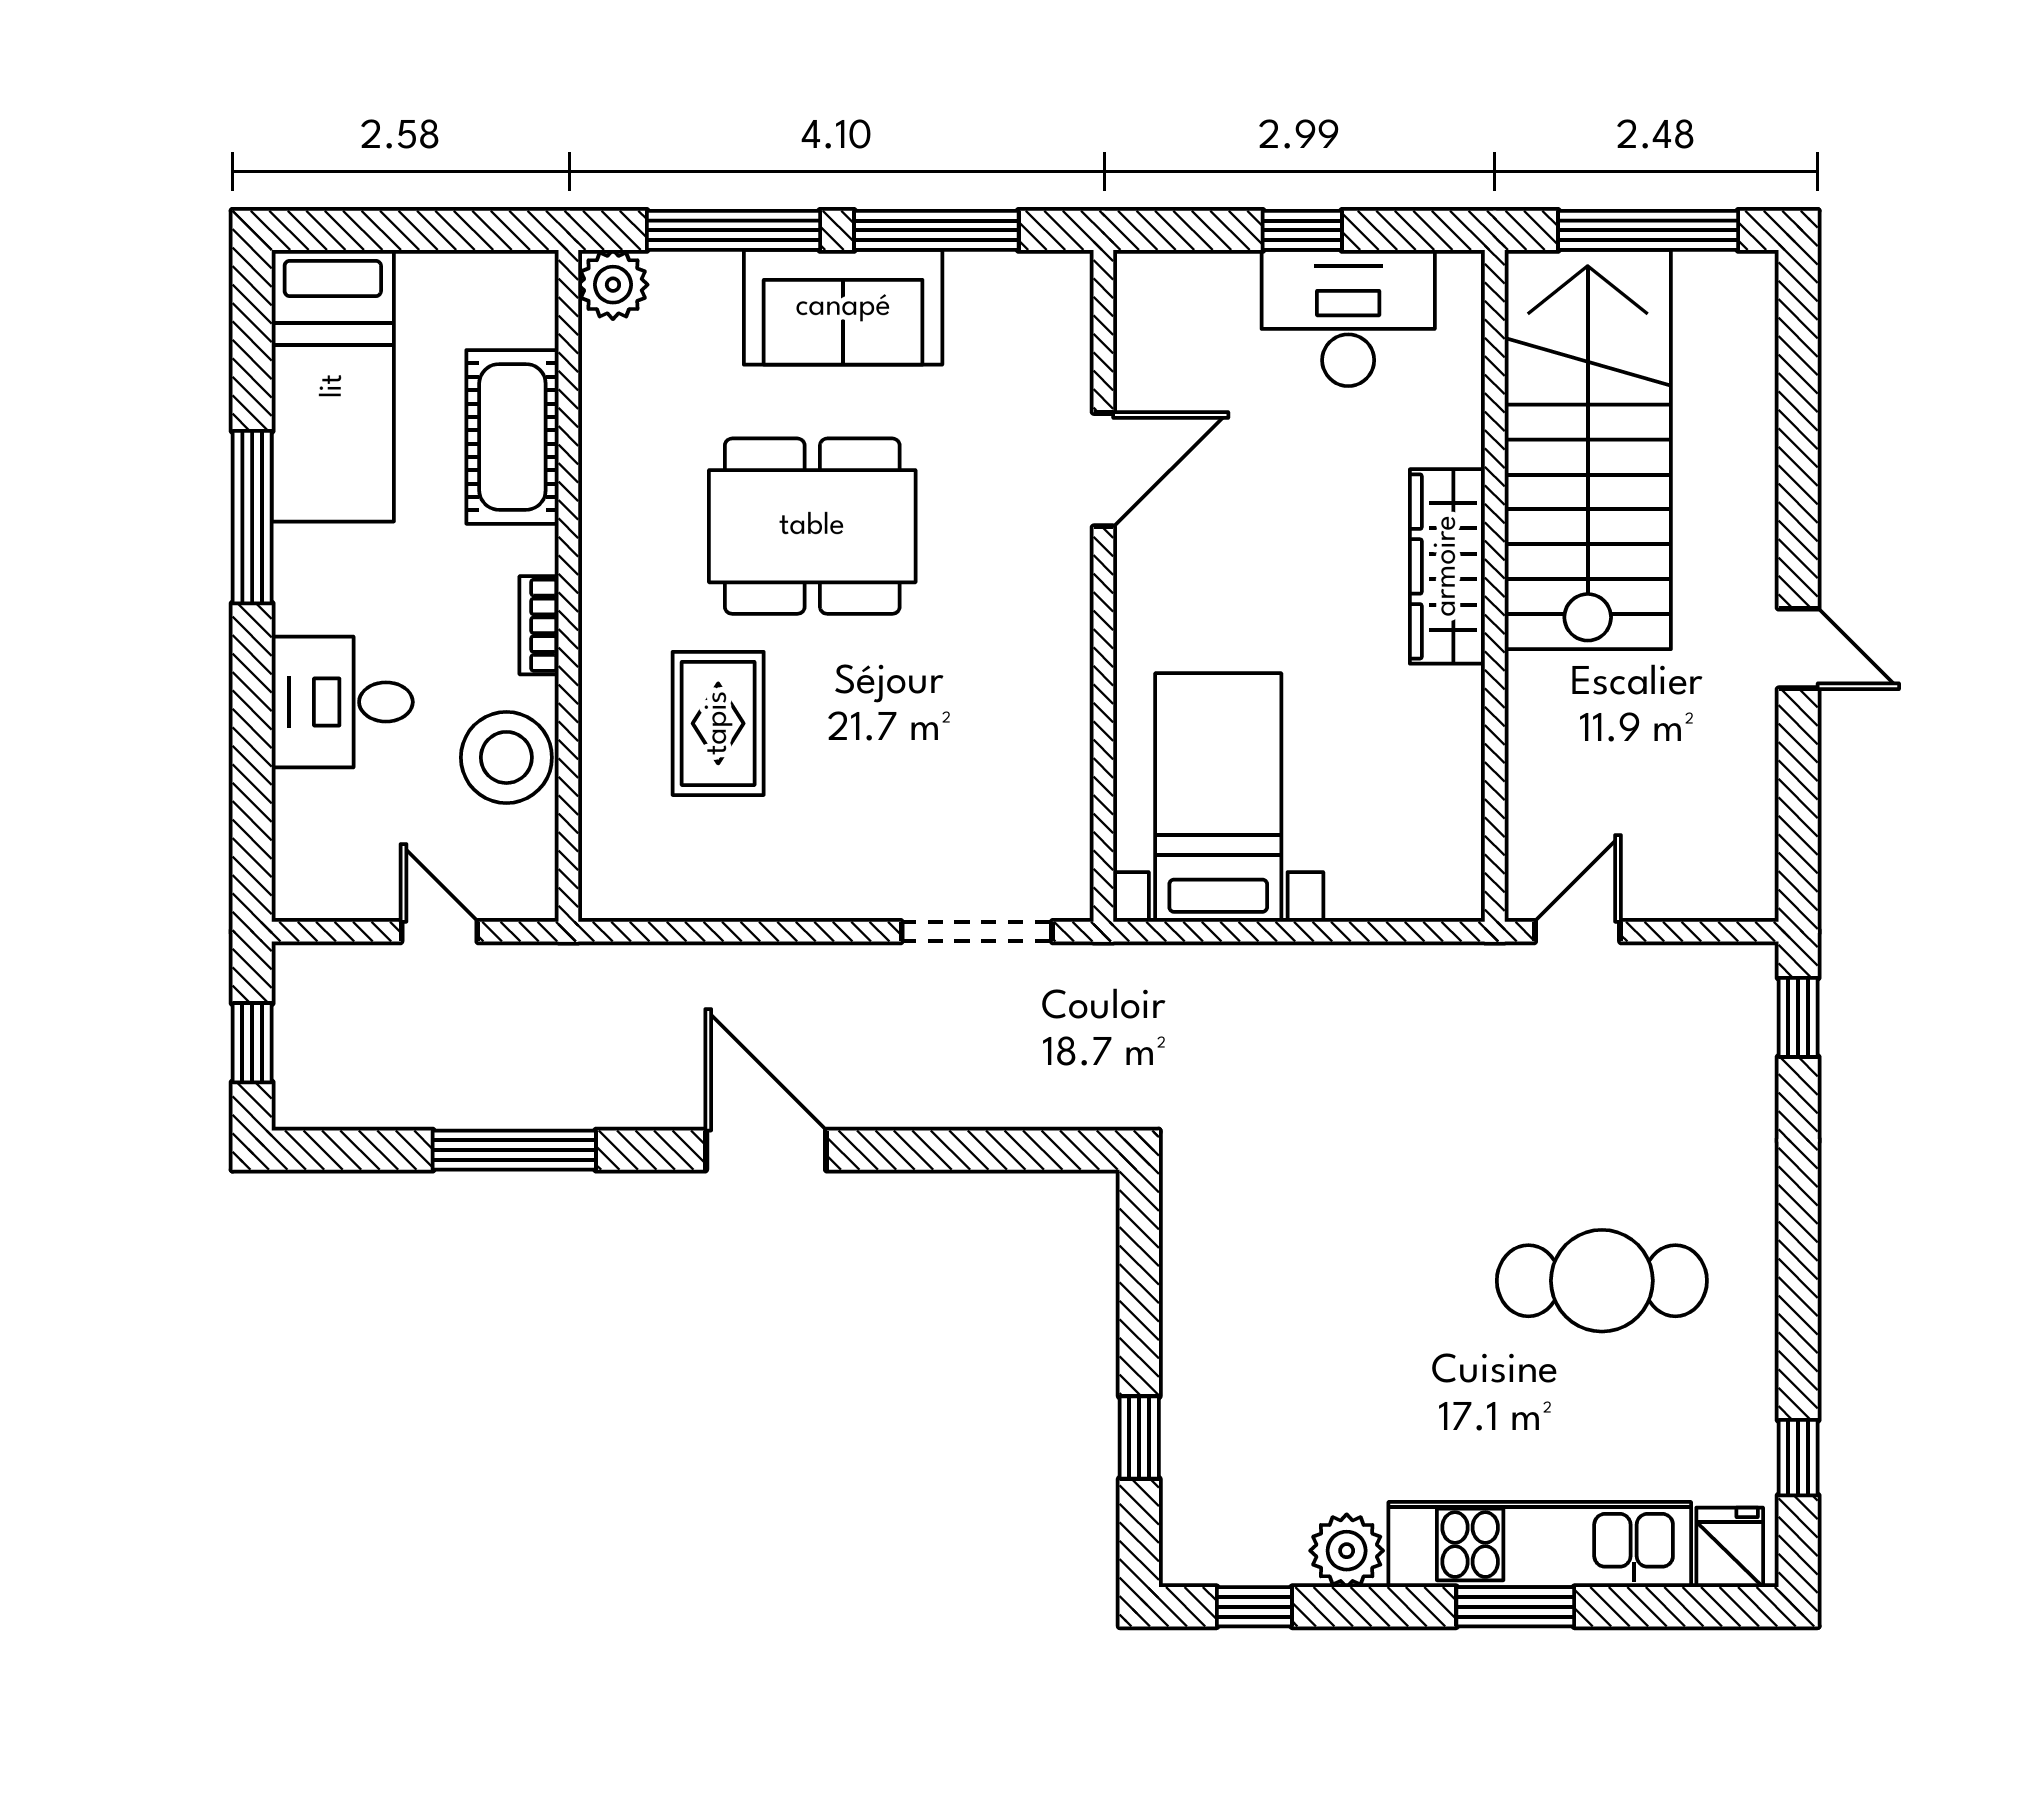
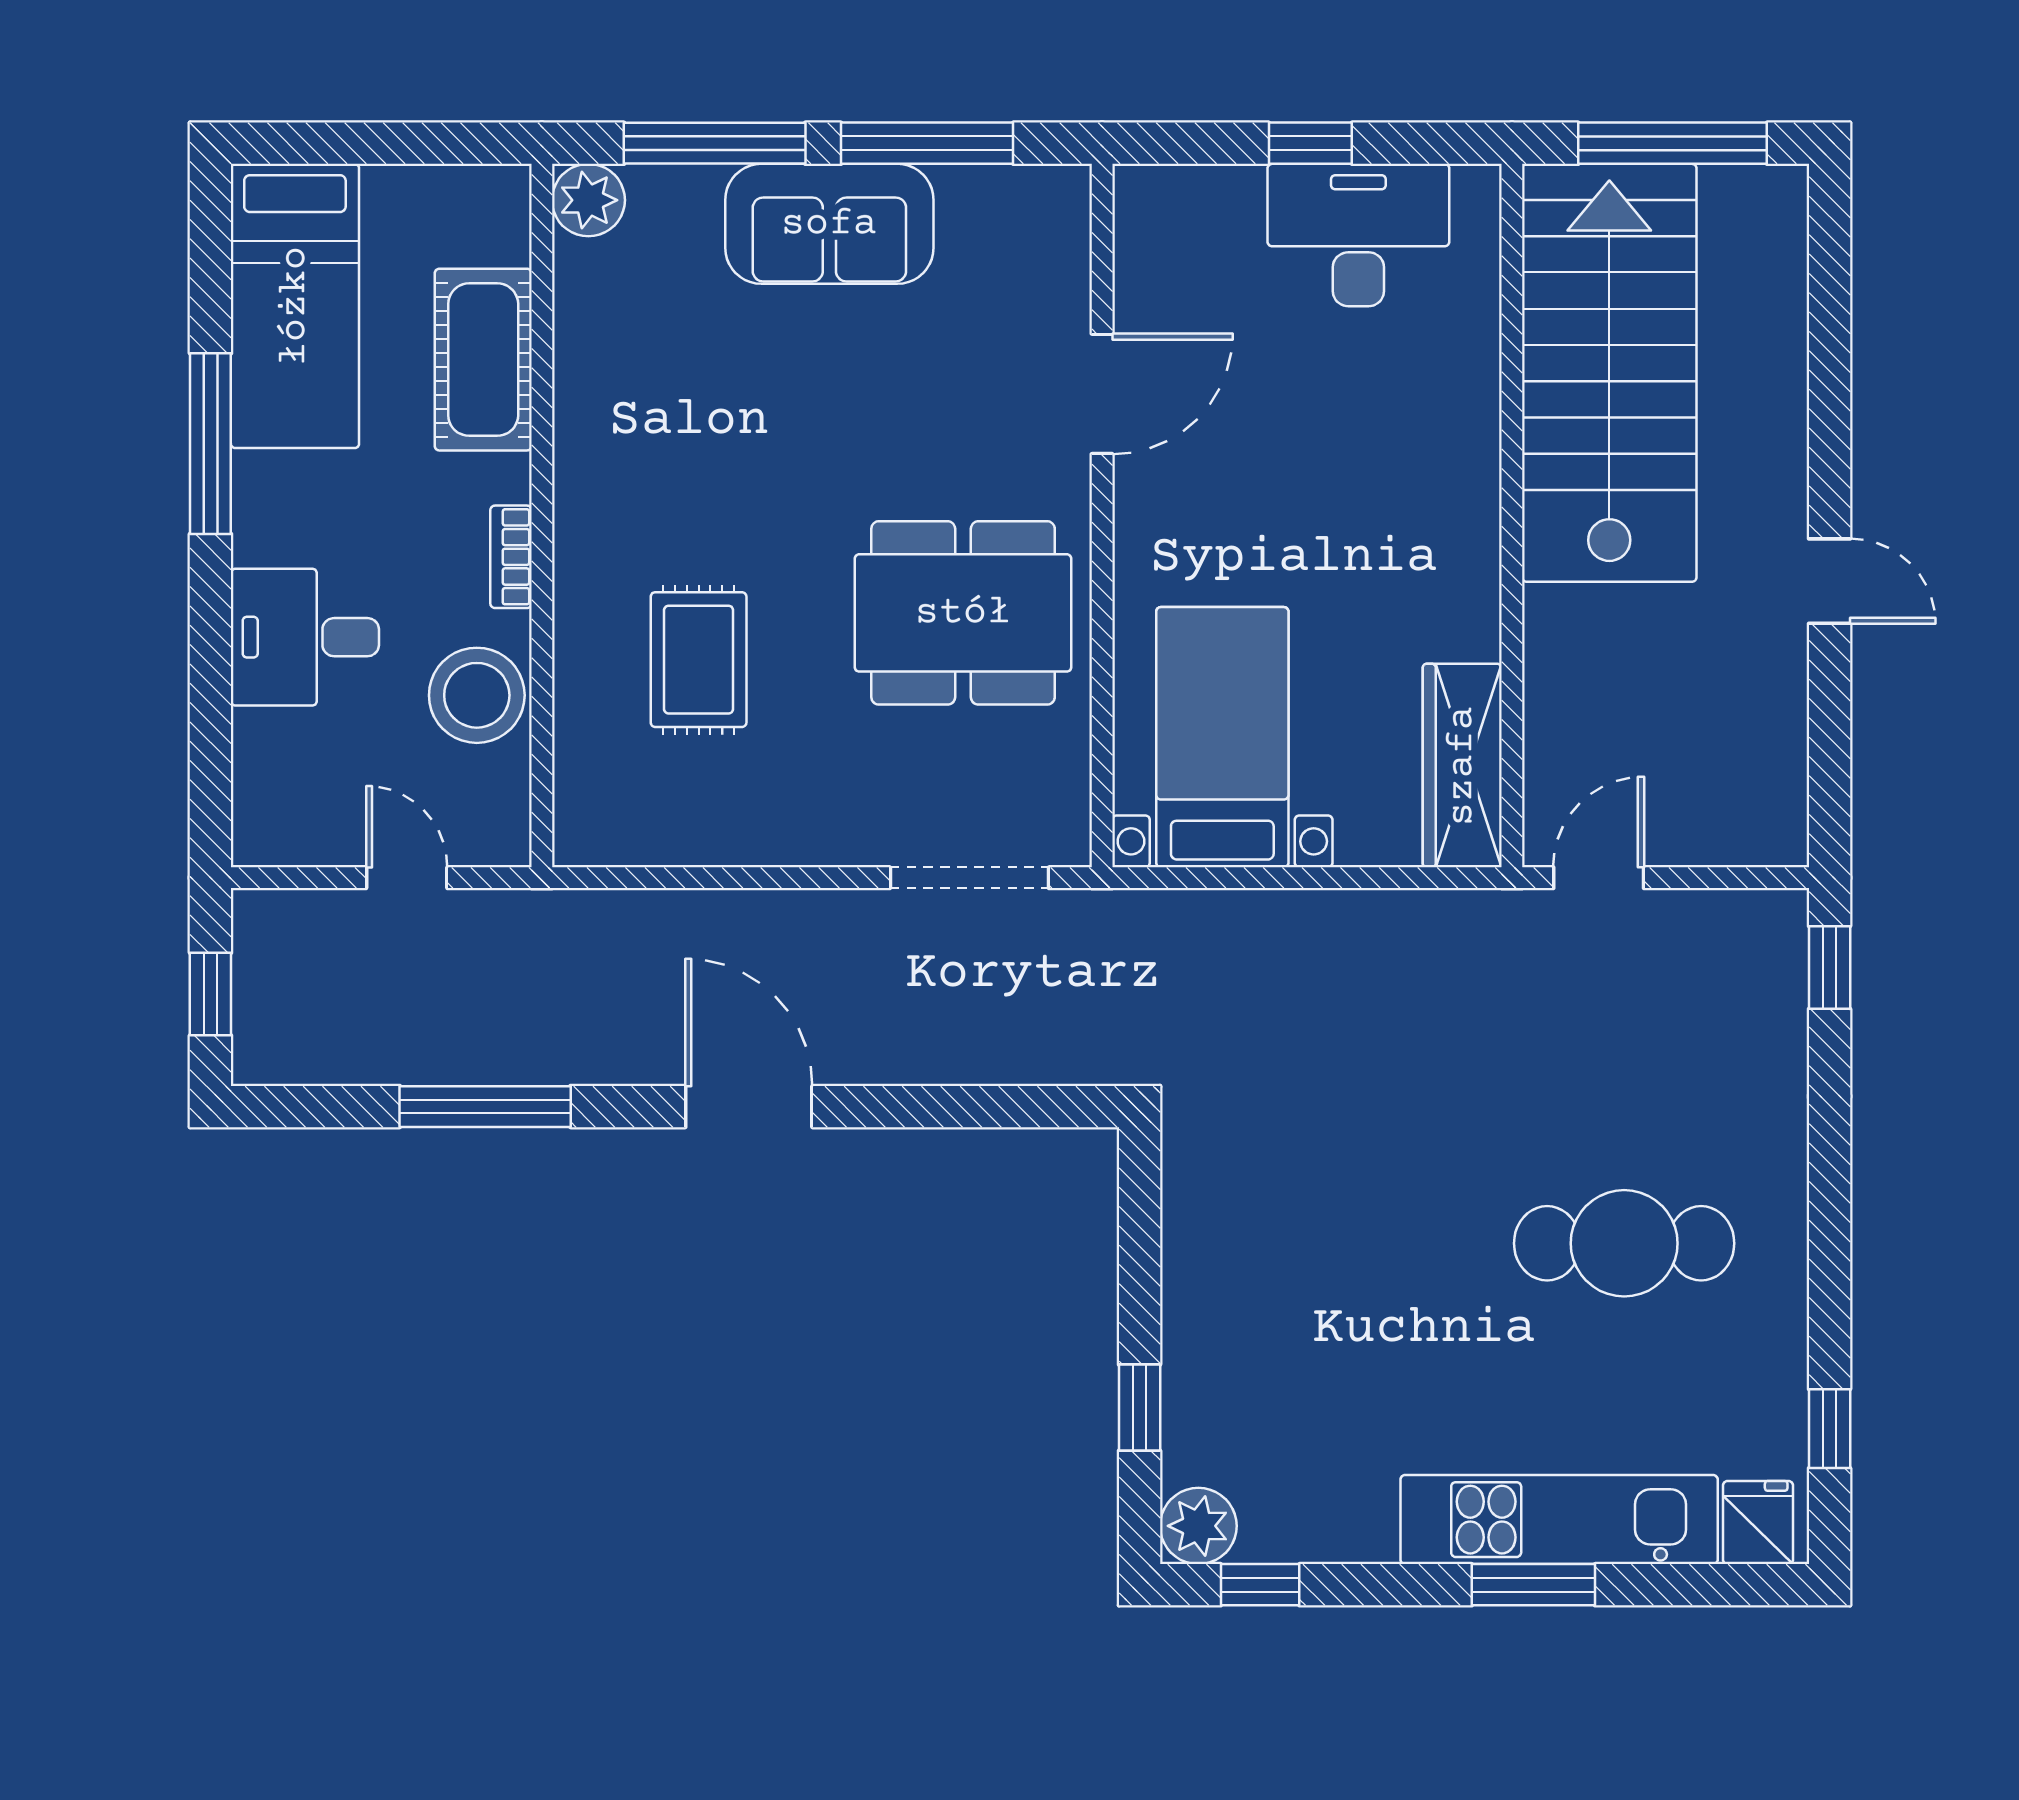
dining table: (812, 526) -> (963, 613), moved
wardrobe: (1447, 566) -> (1462, 766), moved
plant: (1347, 1551) -> (1198, 1526), moved

